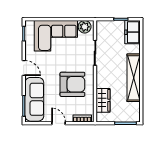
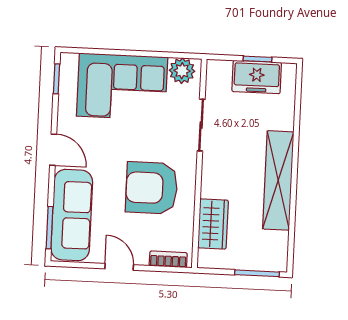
freezer: (133, 32) -> (257, 77), moved, turned -90
armchair: (72, 84) -> (152, 188), turned 180

